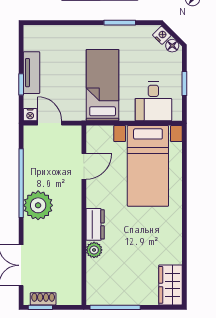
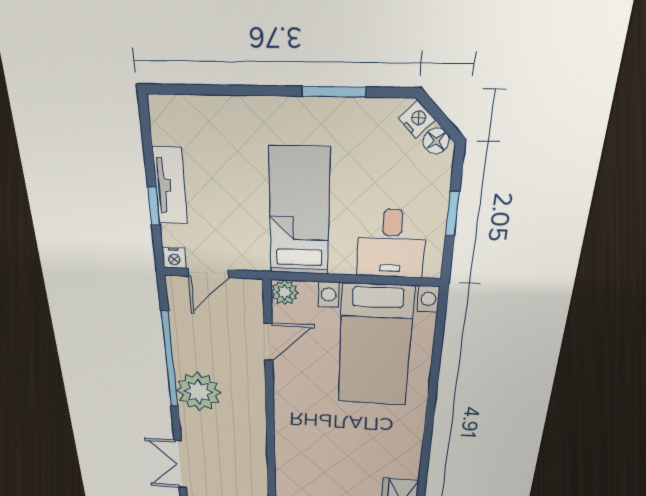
door: (50, 123) -> (208, 273), swing flipped
dresser: (95, 224) -> (288, 422), removed
plant: (94, 250) -> (285, 292), moved

